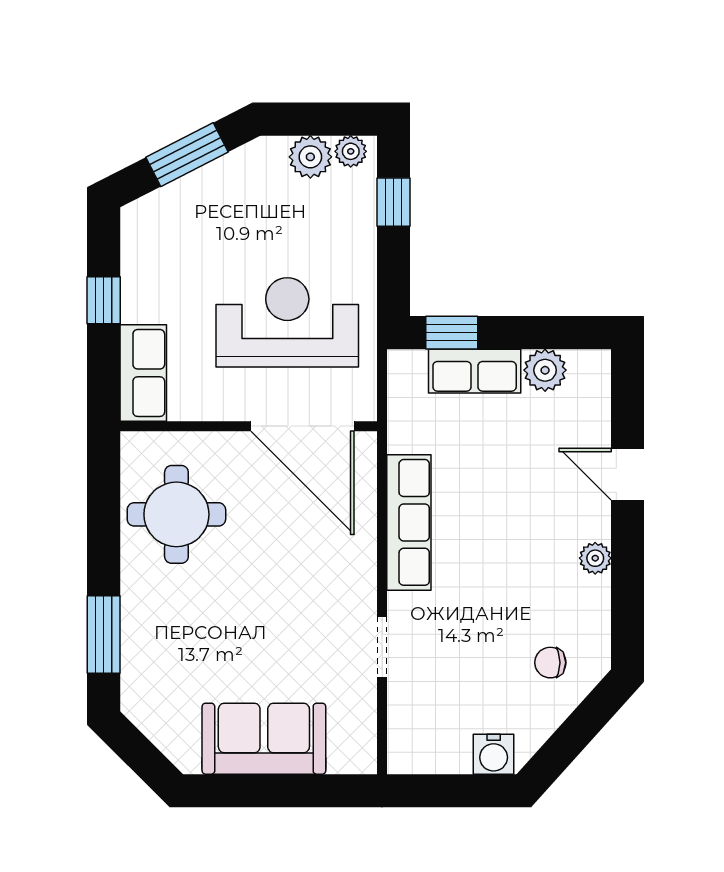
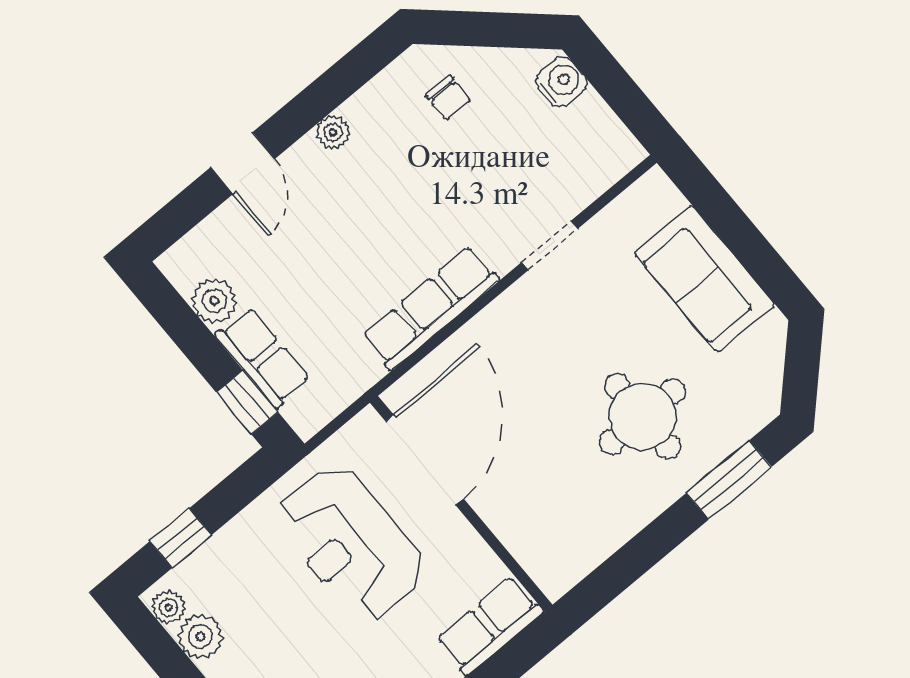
round table: (176, 514) -> (643, 417), moved

